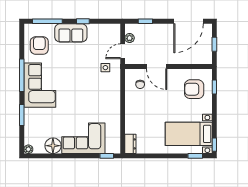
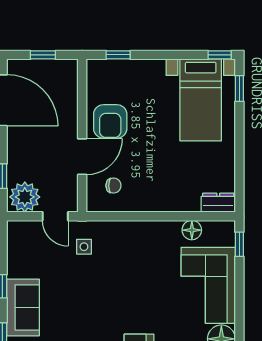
plant: (130, 38) -> (25, 197), width x1.88, depth x1.88
armchair: (194, 89) -> (110, 121), moved
floor lamp: (115, 129) -> (192, 230), added

